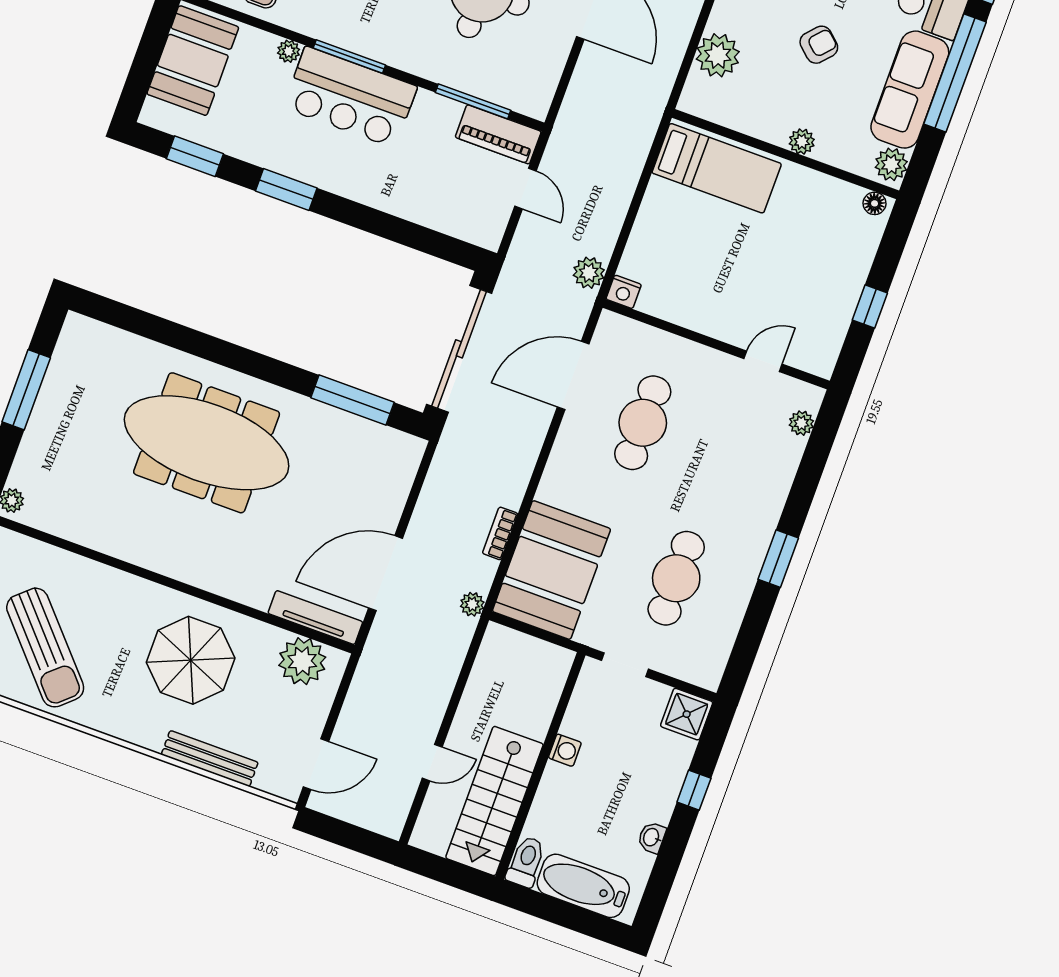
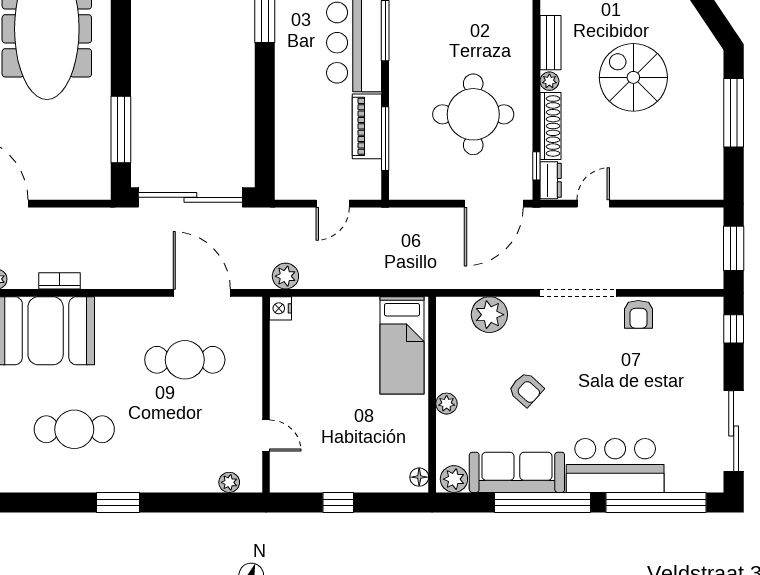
piano: (498, 134) -> (367, 126), moved

